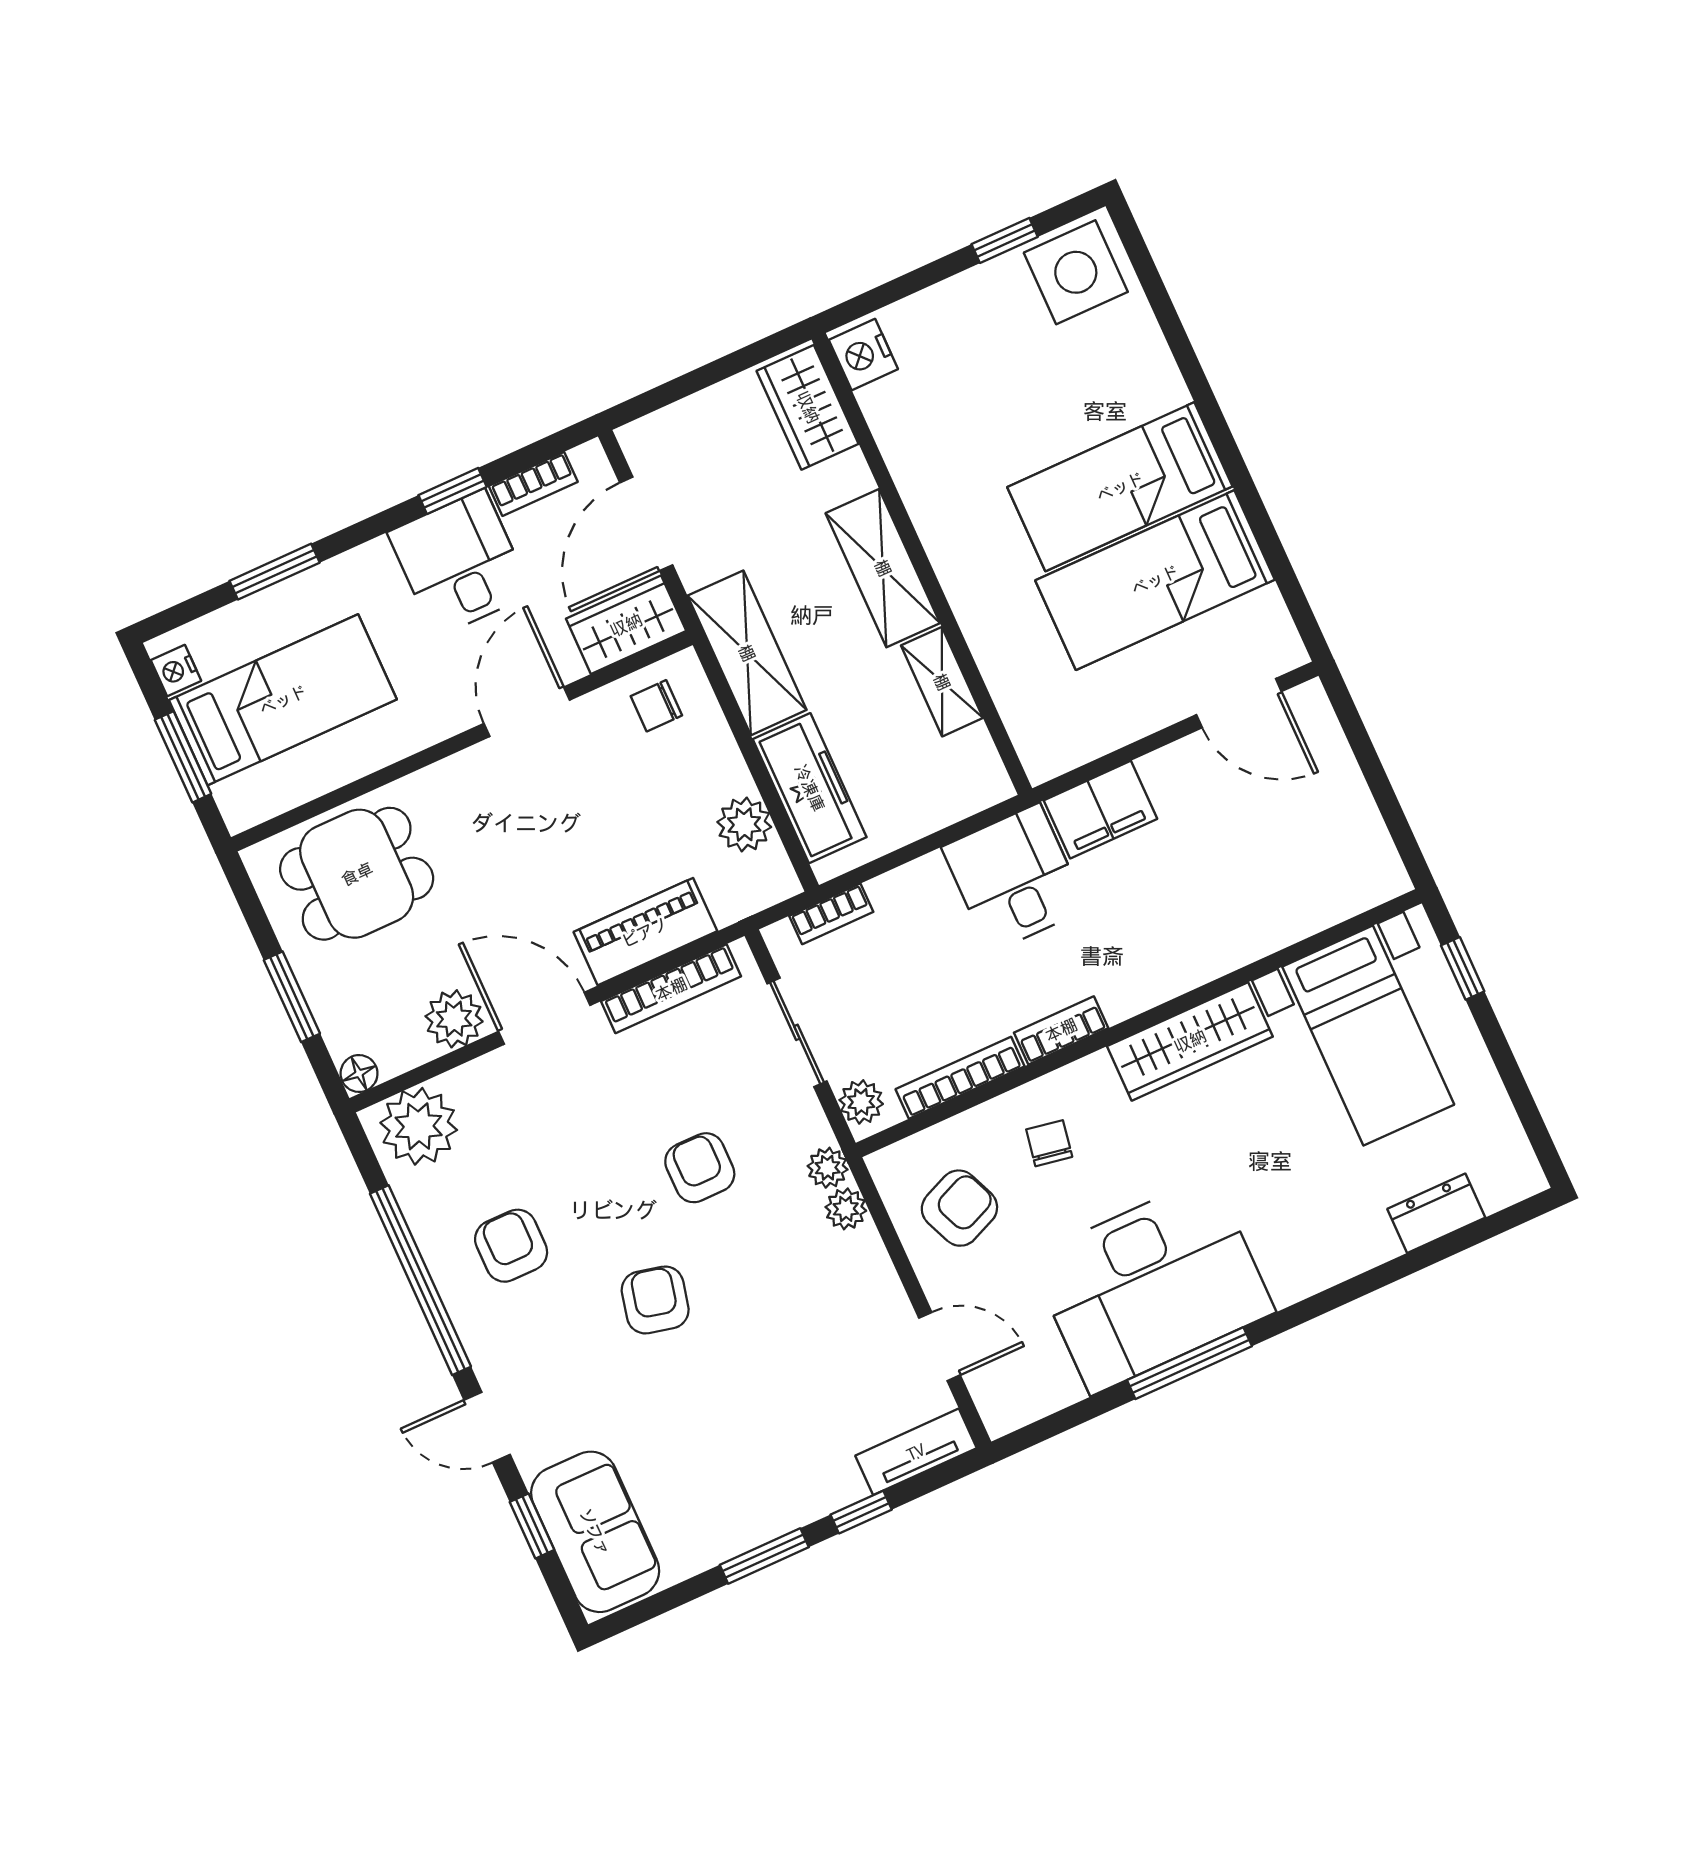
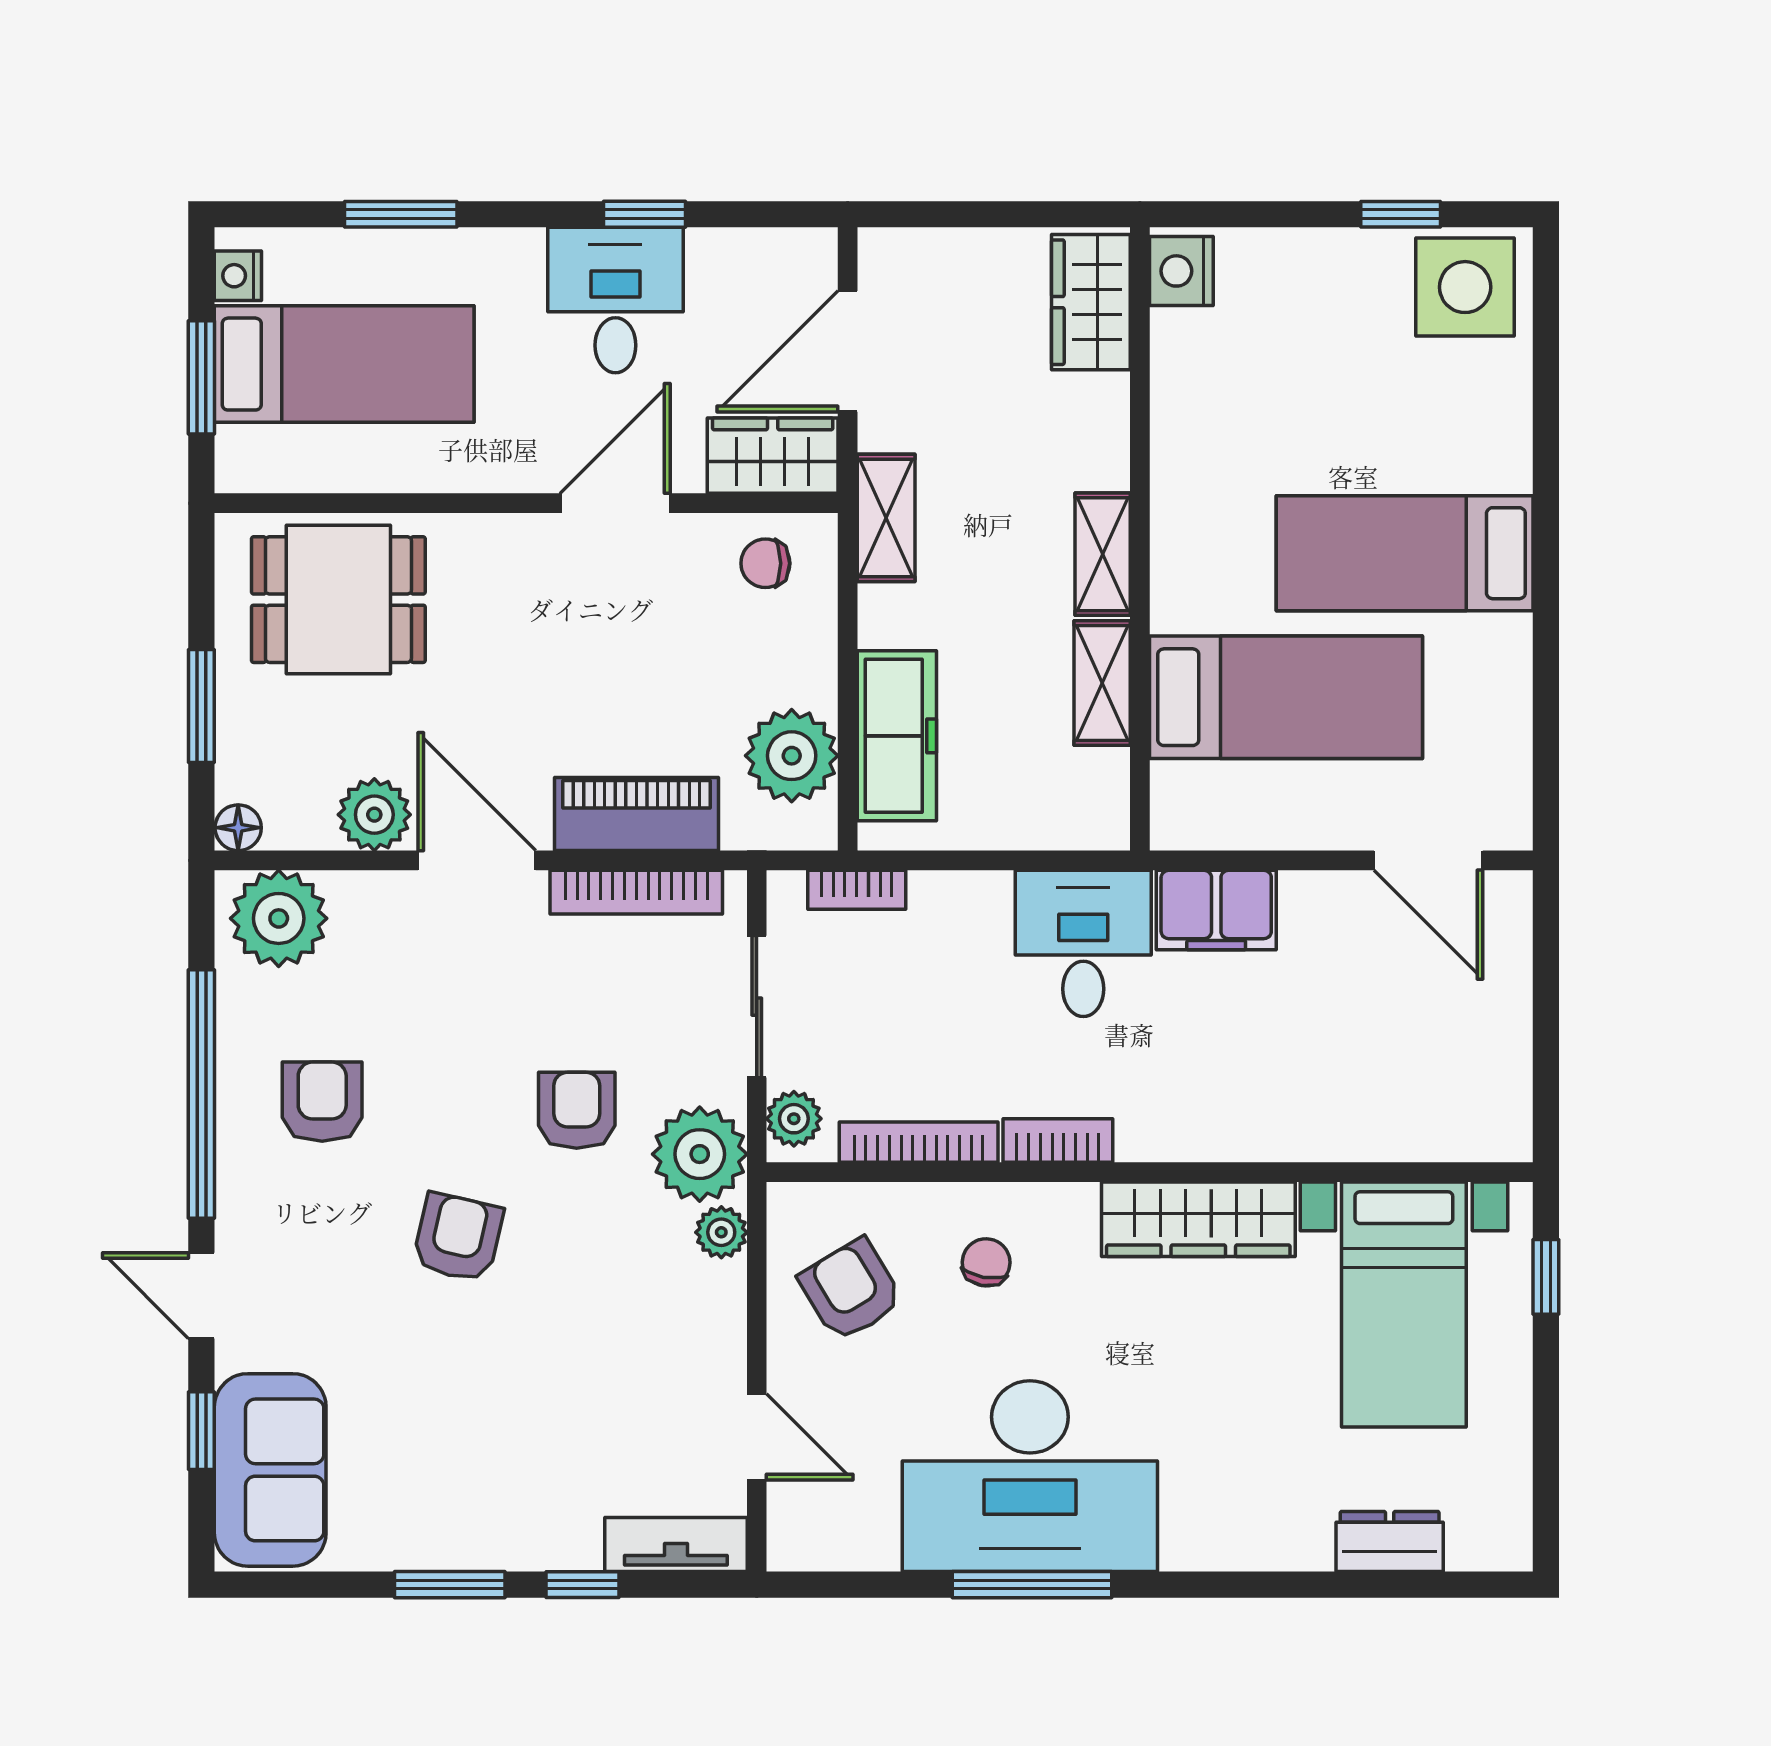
bookcase: (533, 484) -> (740, 248), removed
shelving: (883, 568) -> (1103, 554), width x0.67, depth x0.75
bed: (1155, 580) -> (1286, 697), moved, turned 180
shelving: (747, 653) -> (886, 518), width x0.67, depth x0.75
plant: (744, 824) -> (792, 756), width x1.36, depth x1.36
plant: (828, 1168) -> (700, 1154), width x1.88, depth x1.88
armchair: (959, 1208) -> (851, 1290), turned -98

